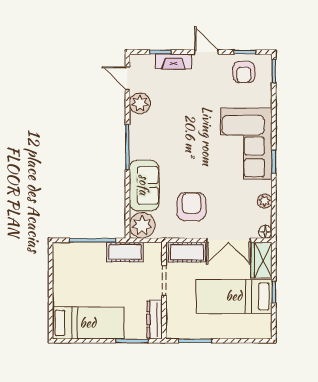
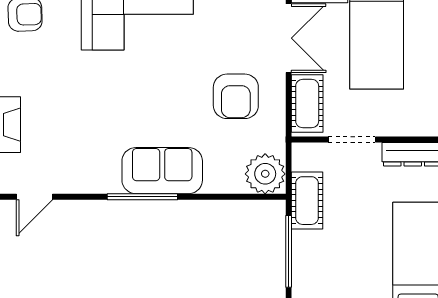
plant: (140, 103) -> (74, 177), removed
sofa: (144, 185) -> (162, 171), moved
armchair: (192, 207) -> (236, 96), turned -90

